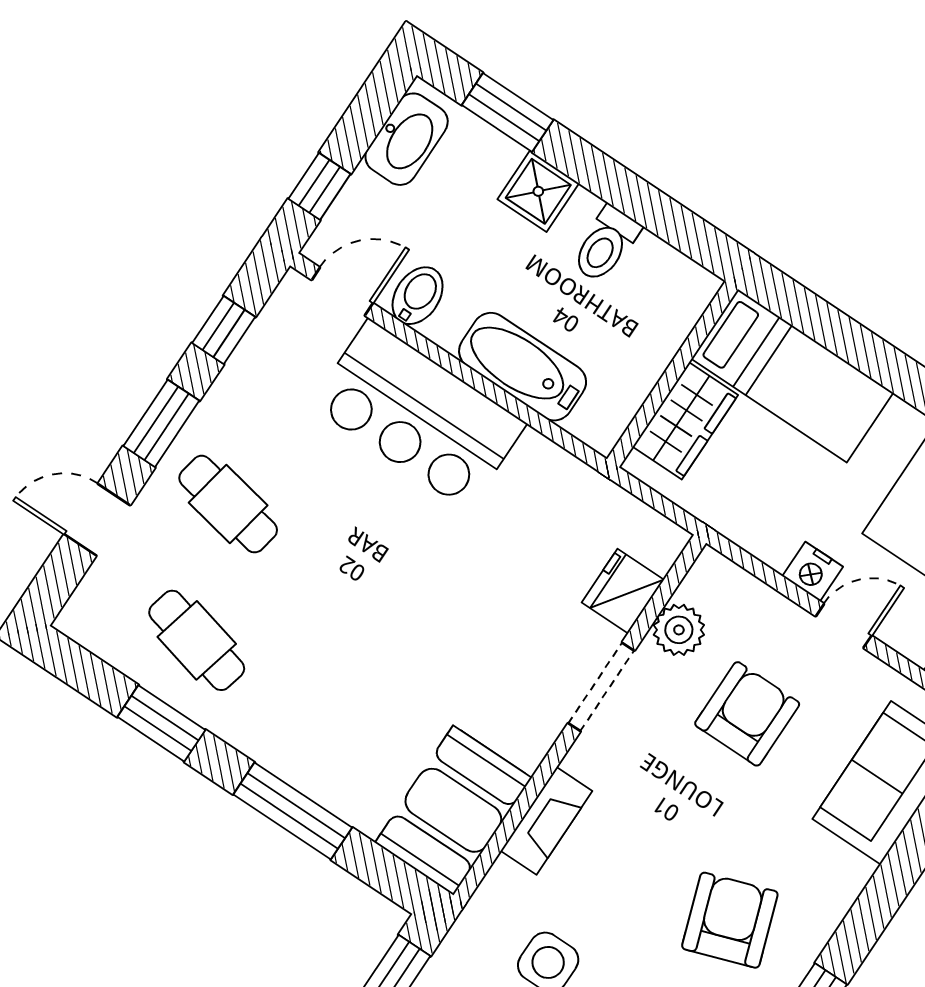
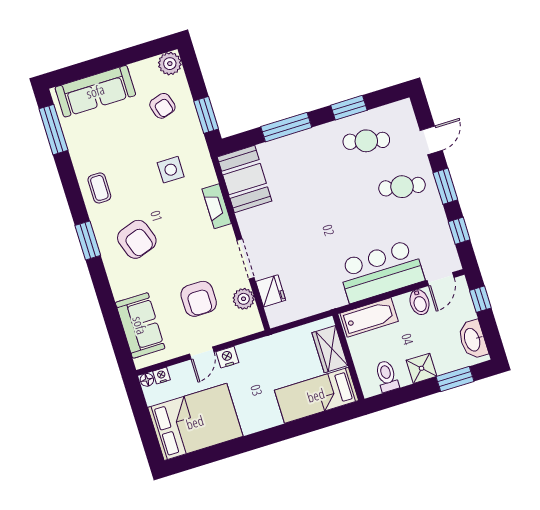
wall: (672, 374) -> (348, 357), moved
bed: (792, 376) -> (316, 395), moved
wardrobe: (685, 421) -> (330, 349), moved

